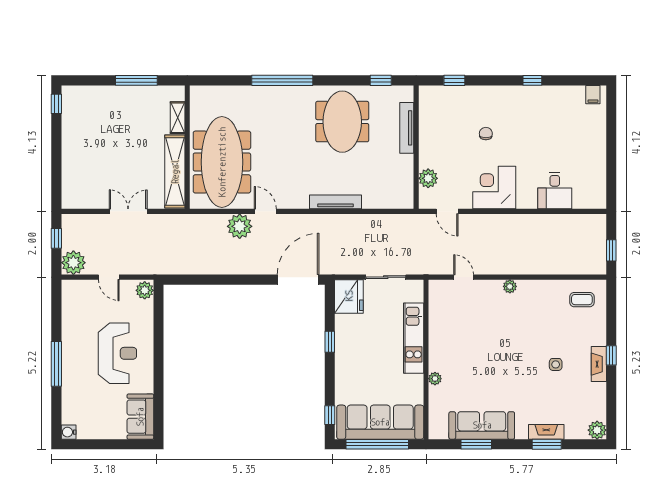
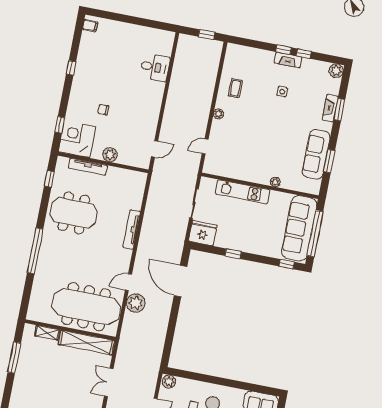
plant: (428, 178) -> (110, 155), moved
corner desk: (494, 187) -> (77, 139), moved, turned 90
door: (298, 280) -> (181, 281), moved
coffee table: (582, 300) -> (235, 88), moved
window: (611, 383) -> (304, 54), added

